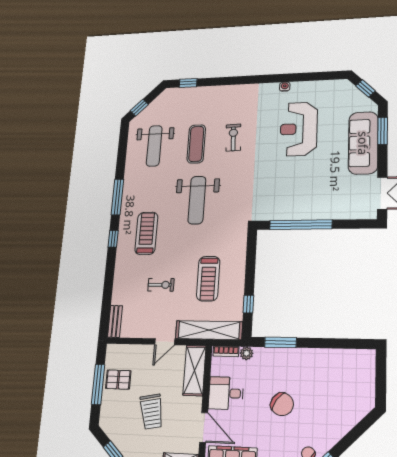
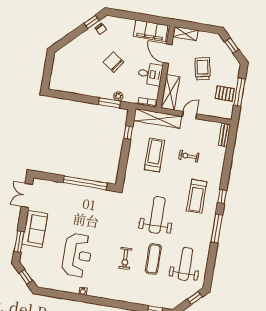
sofa: (363, 143) -> (35, 229), width x0.73
plant: (247, 353) -> (118, 96), moved

